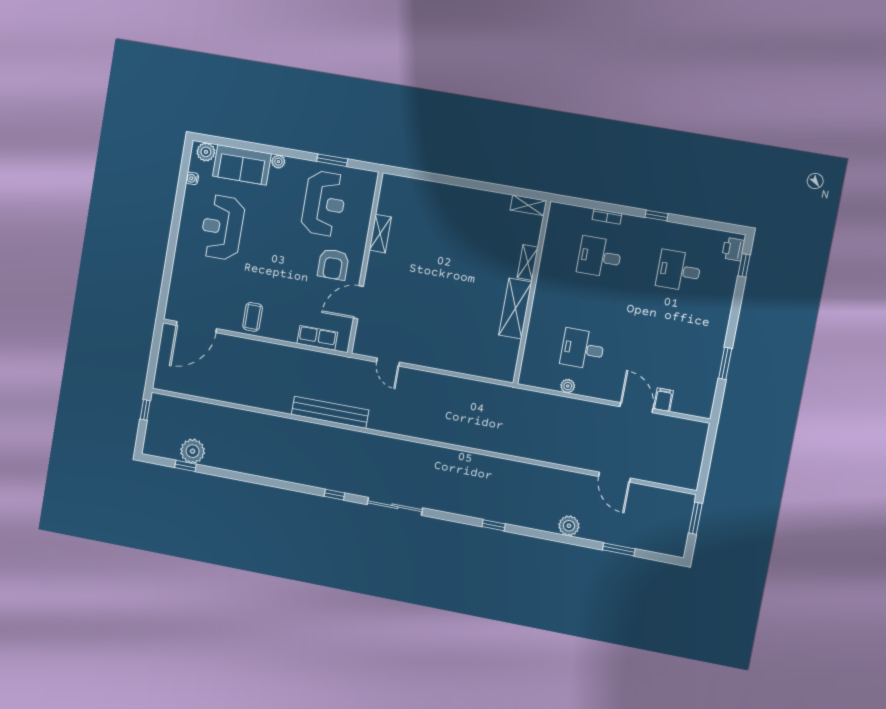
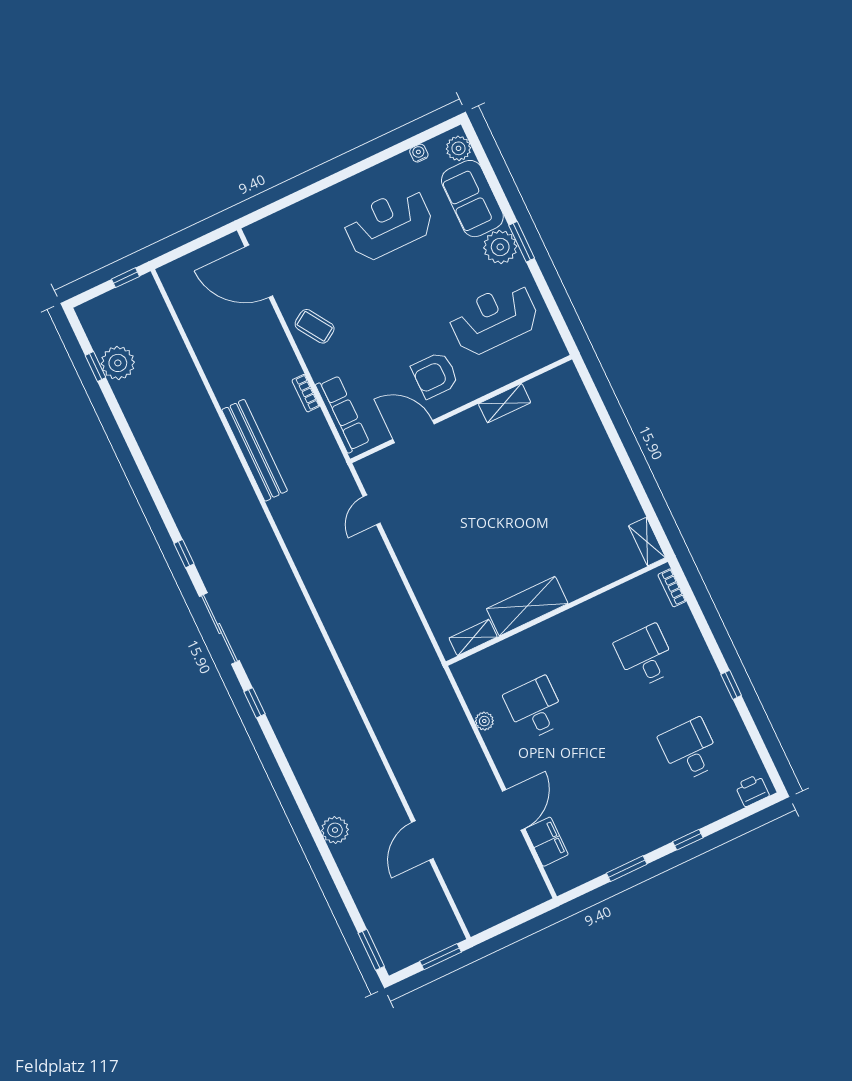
window: (332, 160) -> (522, 242), moved
plant: (278, 162) -> (500, 247), width x1.88, depth x1.88
reception desk: (324, 204) -> (494, 319), turned 180
bookcase: (607, 217) -> (672, 588), moved
shelving: (528, 262) -> (473, 638), moved
window: (744, 265) -> (688, 840), moved
coffee table: (253, 317) -> (315, 326), turned 57
row of seats: (317, 338) -> (343, 414), width x1.48
bookcase: (289, 351) -> (306, 393), added
filing cabinet: (663, 400) -> (547, 842), width x2.00
bench: (330, 412) -> (255, 450), moved
window: (494, 525) -> (255, 703), moved
window: (619, 549) -> (371, 950), moved

